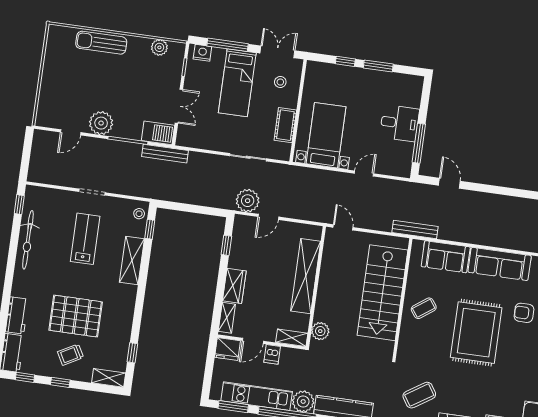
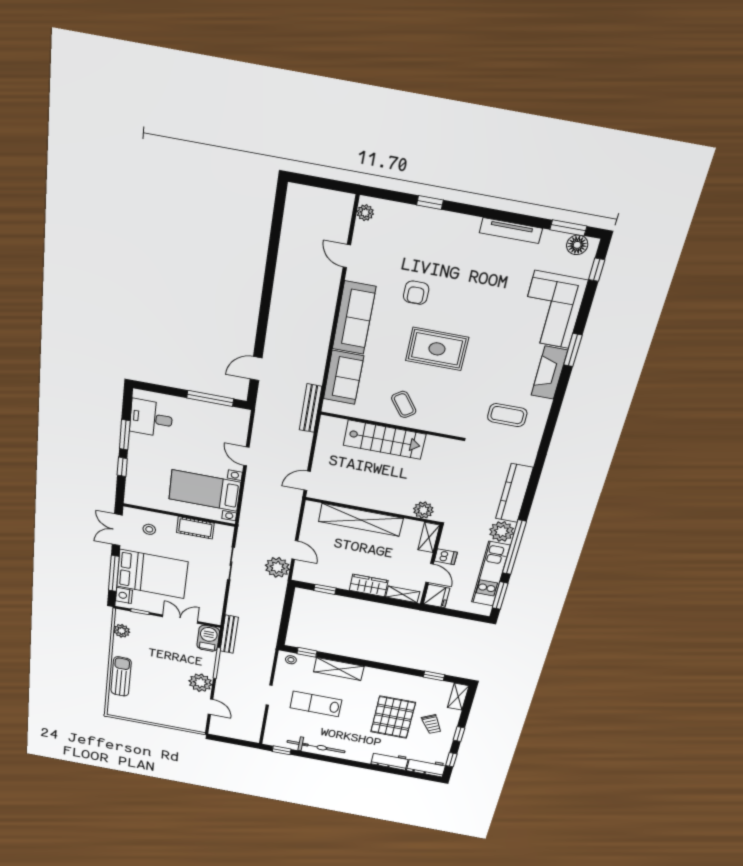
sun lounger: (101, 43) -> (121, 677), turned 180
bed: (237, 83) -> (152, 574), width x1.50
desk: (400, 123) -> (151, 418), moved, turned -90
stairs: (382, 293) -> (384, 440), width x0.73, depth x0.66
rug: (476, 333) -> (437, 349), width x0.73, depth x0.69
coffee table: (419, 395) -> (507, 415), turned -57

